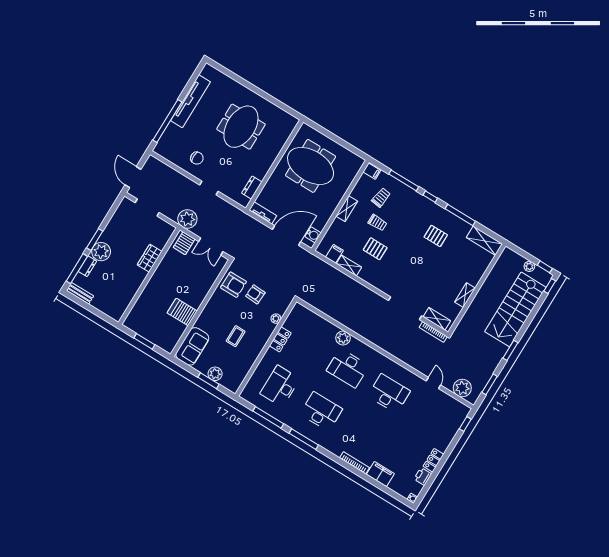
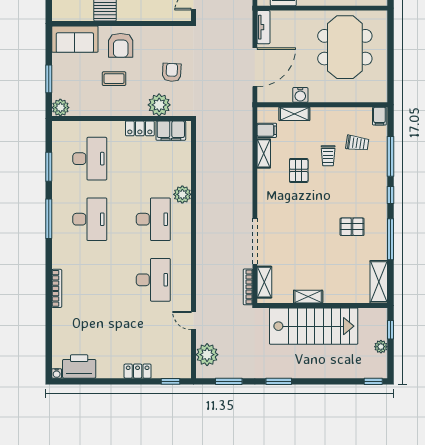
shelving: (347, 209) -> (294, 114), moved
water cooler: (313, 235) -> (300, 95), moved
door: (287, 236) -> (255, 67), hinge flipped
pallet: (436, 236) -> (352, 227), turned 90
window: (545, 267) -> (390, 330), moved
armchair: (234, 285) -> (121, 45), moved
stairs: (515, 309) -> (314, 326), moved, turned 180
plant: (276, 319) -> (159, 105), width x1.87, depth x1.87
desk: (348, 368) -> (153, 219), turned 180
plant: (215, 374) -> (60, 108), moved
door: (433, 383) -> (194, 321), swing flipped
desk: (280, 386) -> (90, 159), turned 90
window: (268, 417) -> (49, 167), width x0.69
locker: (433, 460) -> (138, 371), moved
filing cabinet: (380, 474) -> (171, 131), moved, turned 90
printer: (423, 476) -> (79, 366), width x1.87, depth x1.48

